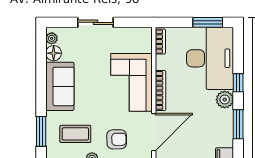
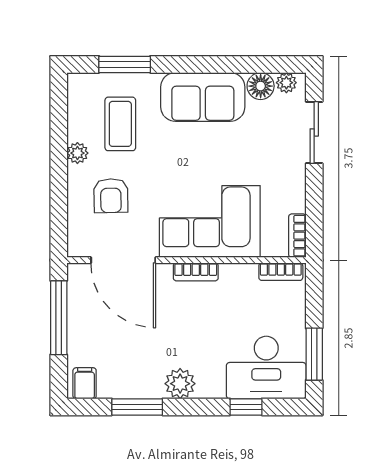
sliding door: (96, 22) -> (314, 133), moved
bookcase: (140, 32) -> (297, 236), added
desk: (210, 58) -> (266, 367), width x0.73, depth x0.77
window: (238, 83) -> (246, 407), moved
bookcase: (160, 90) -> (196, 272), width x0.64

